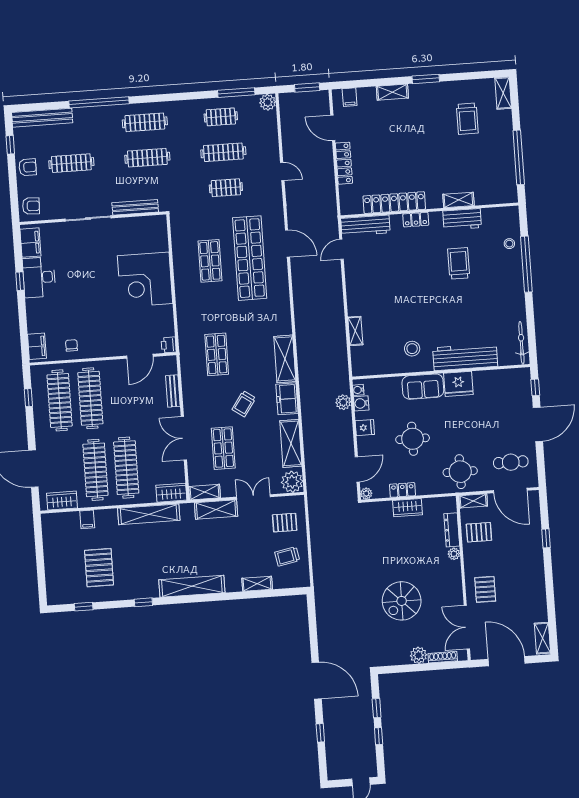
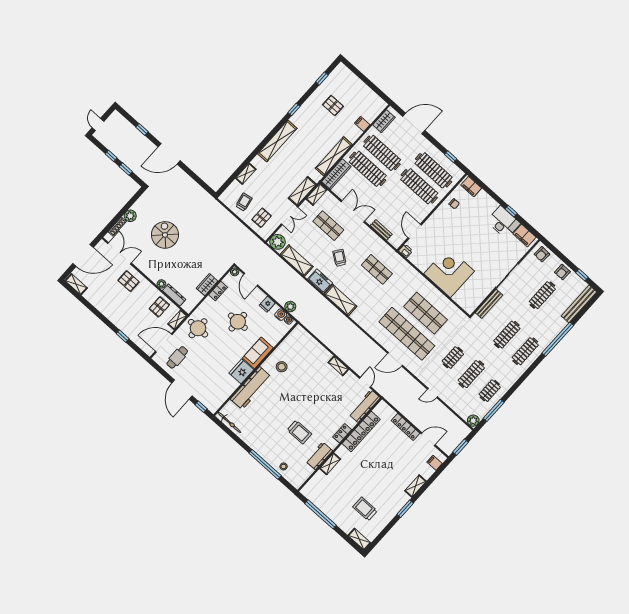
shop shelf: (210, 261) -> (426, 313), width x1.43, depth x1.36
shelving: (355, 331) -> (338, 366), moved
wardrobe: (171, 493) -> (336, 174), width x1.50
pallet: (99, 568) -> (333, 105), width x0.67, depth x0.71

